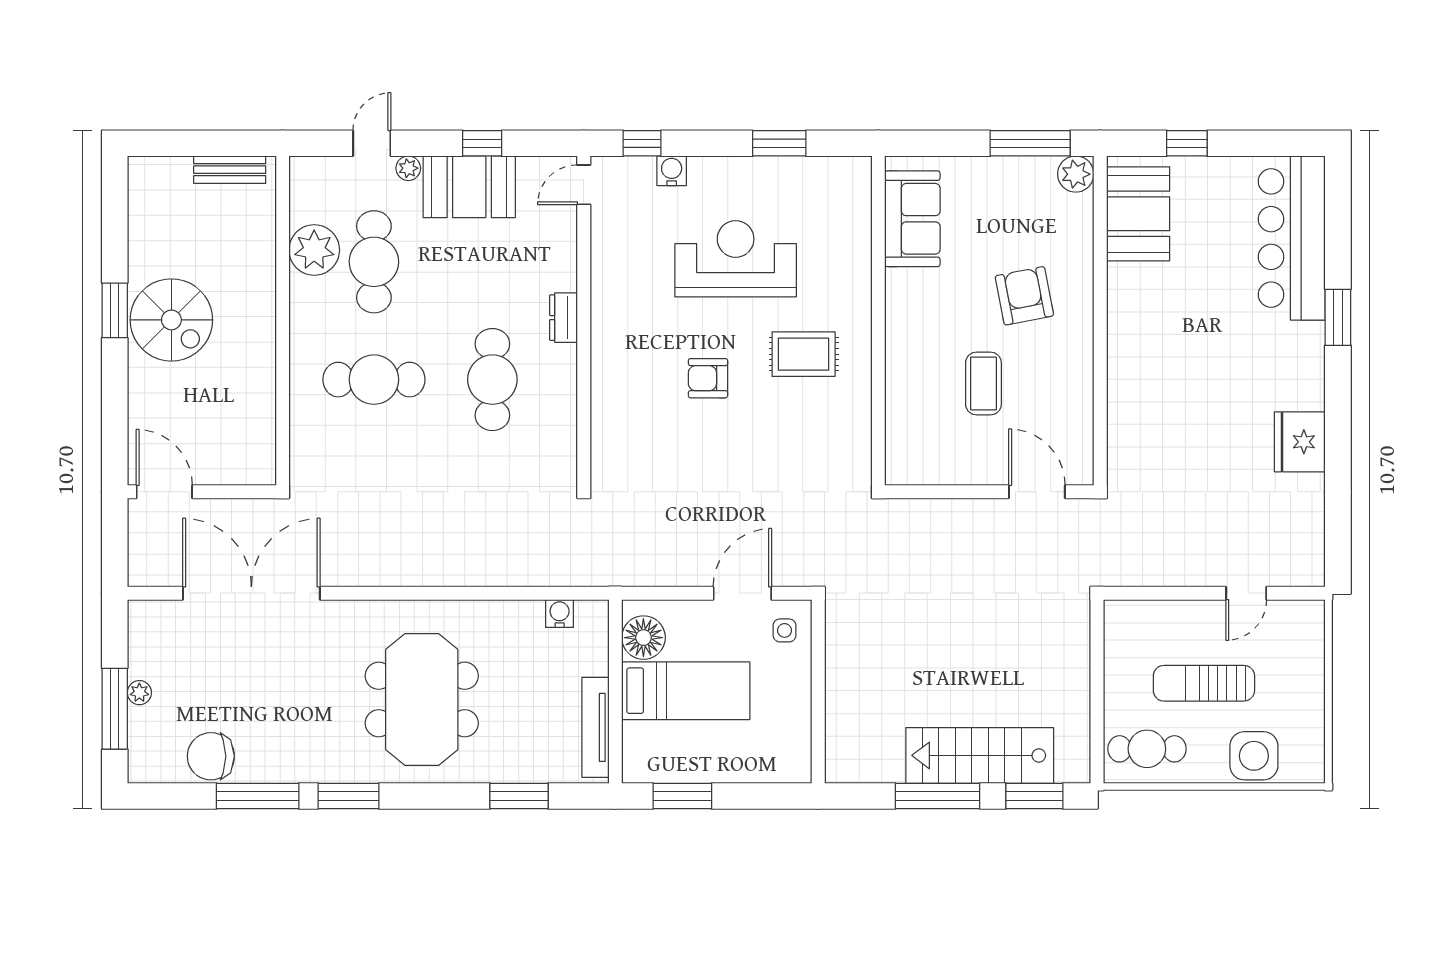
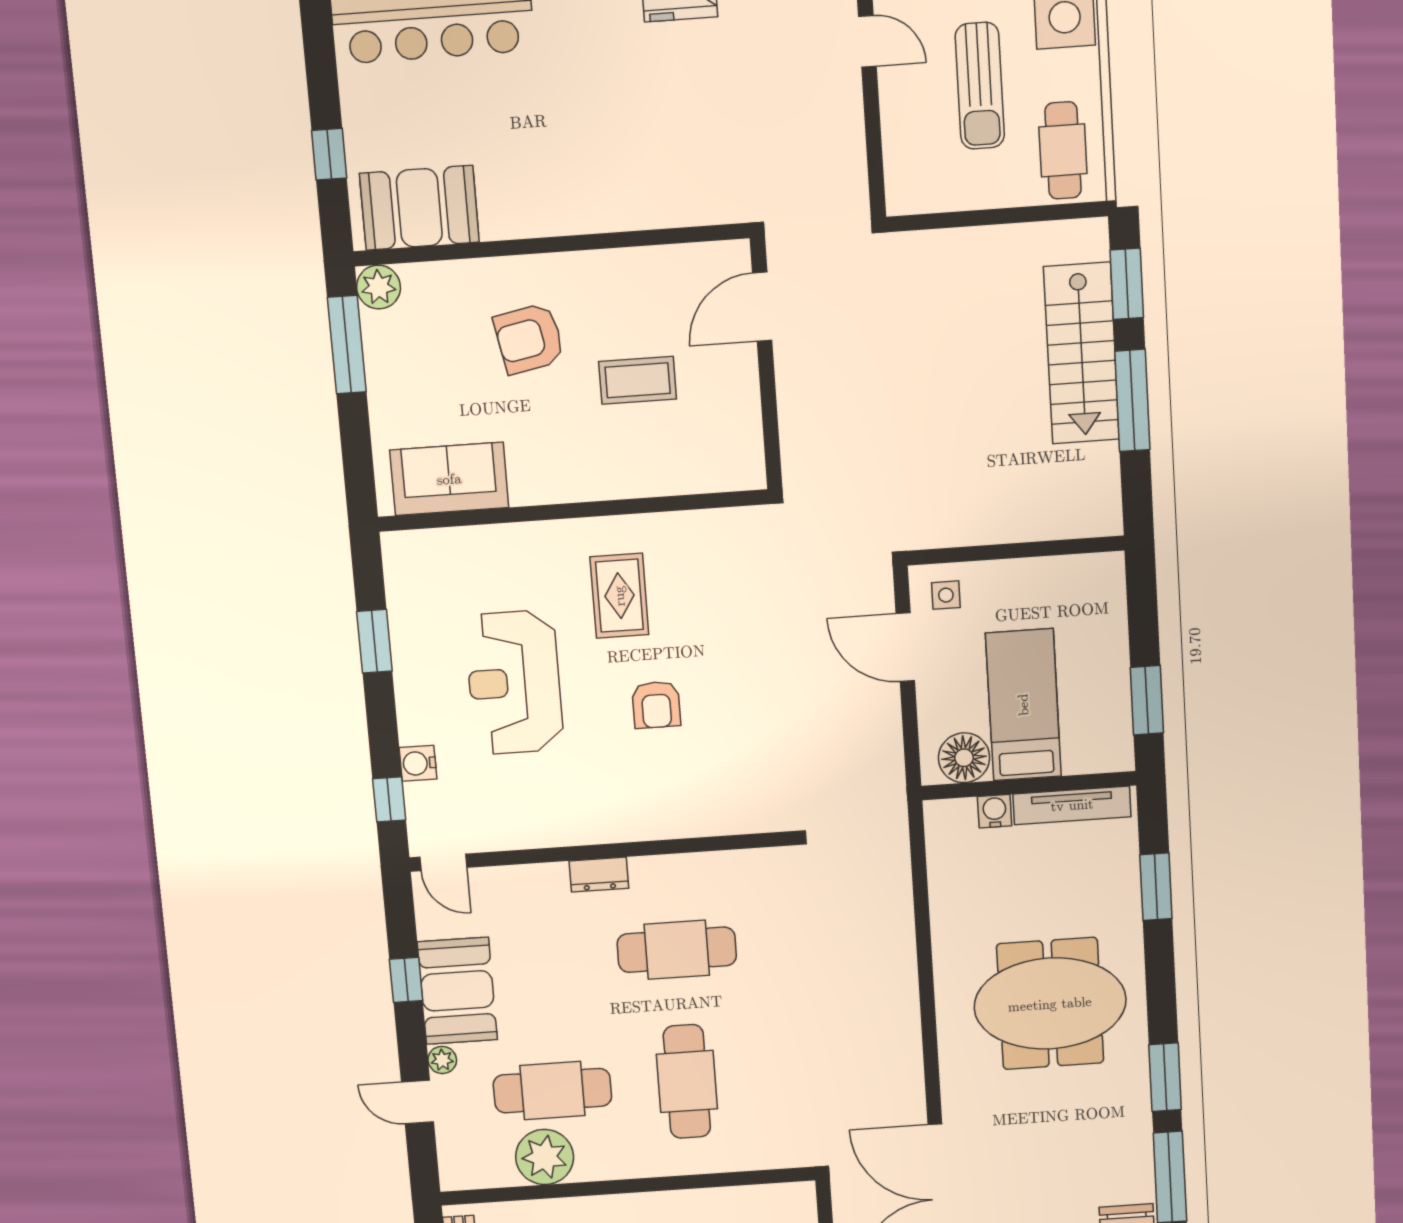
water cooler: (560, 613) -> (995, 811), moved, turned 90

